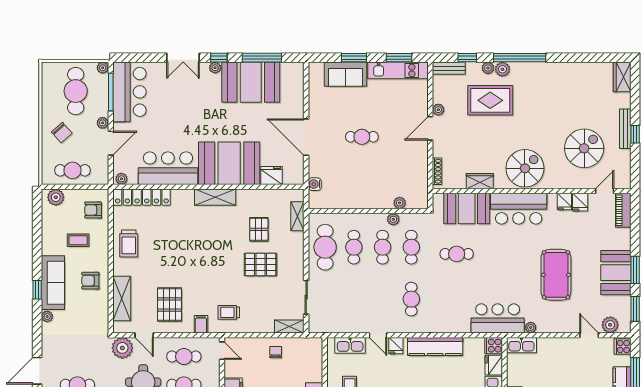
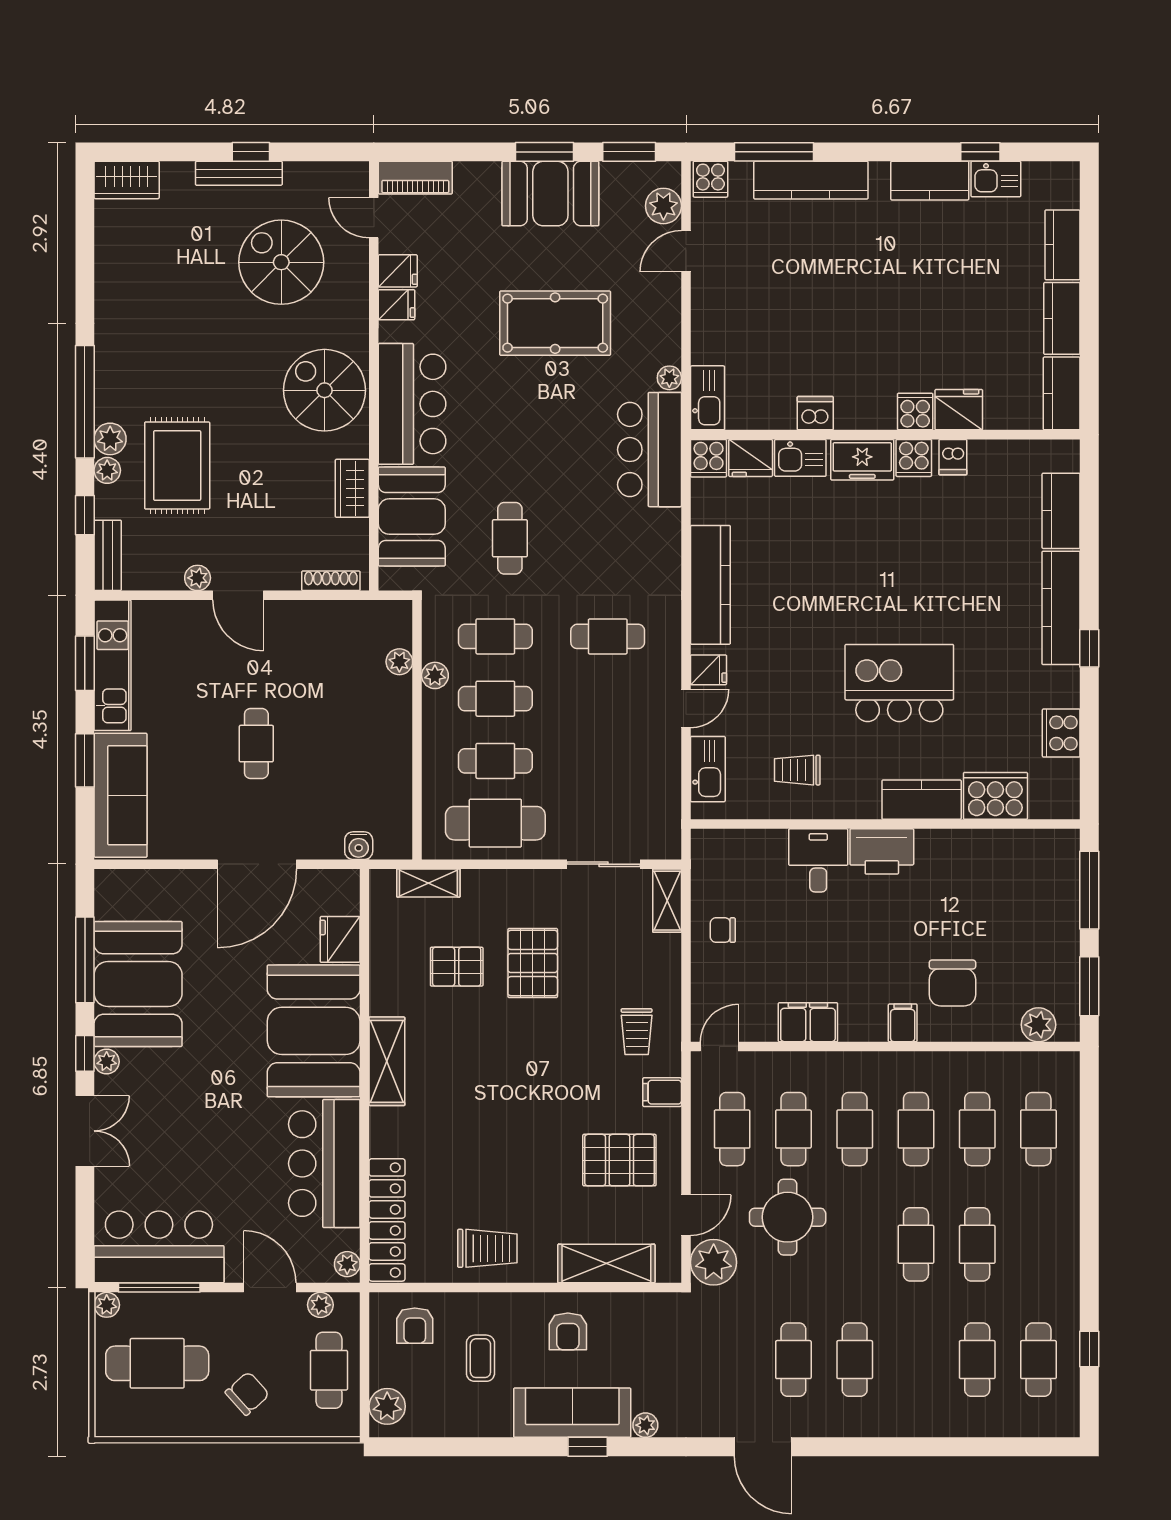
sofa: (346, 74) -> (121, 795), width x1.36
plant: (103, 123) -> (320, 1305), moved

